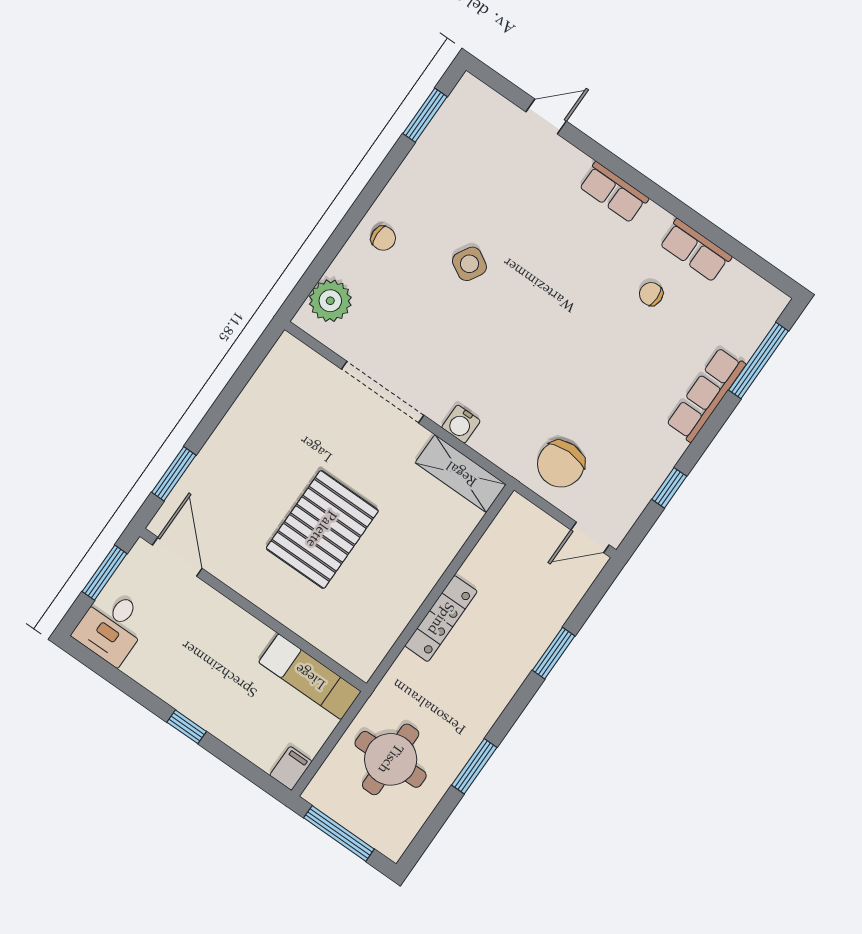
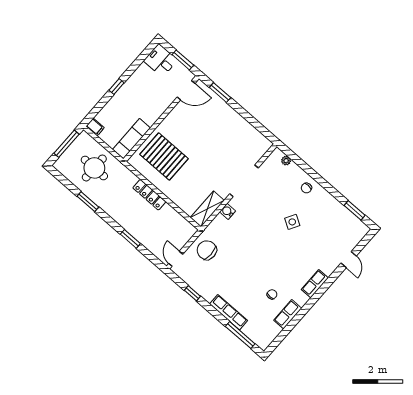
plant: (330, 301) -> (286, 161), width x0.53, depth x0.53
pallet: (322, 529) -> (164, 156), moved

